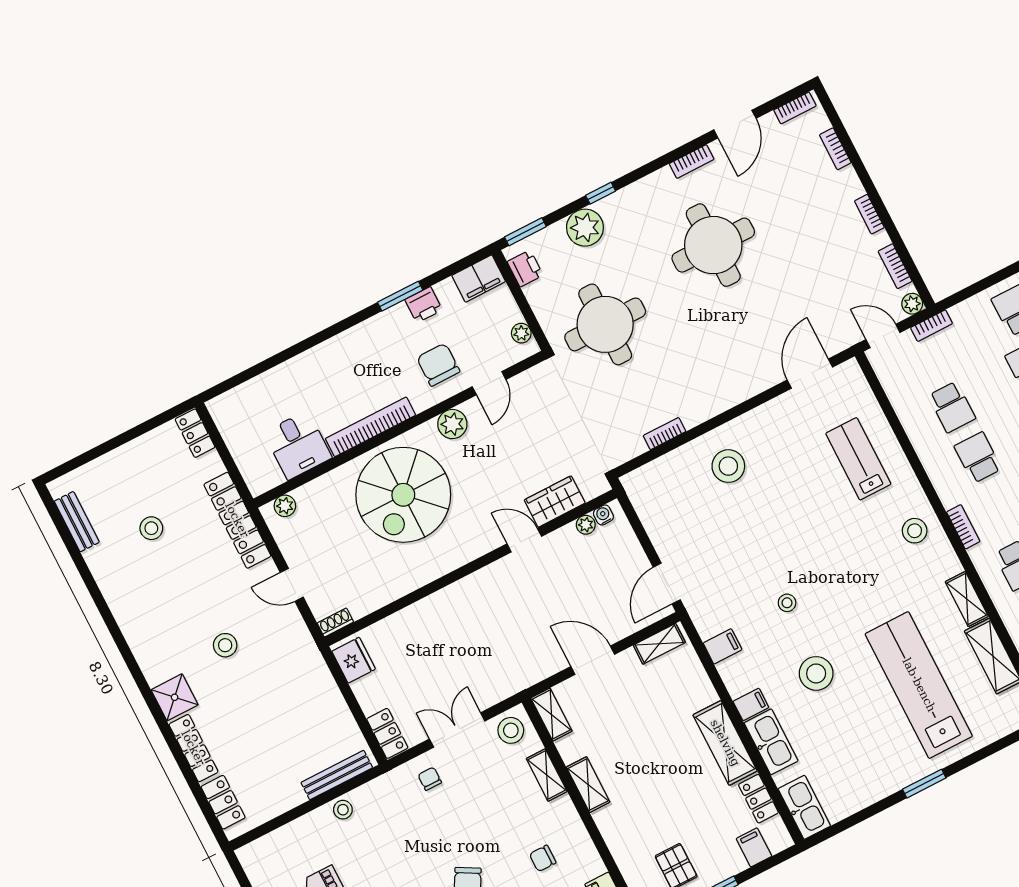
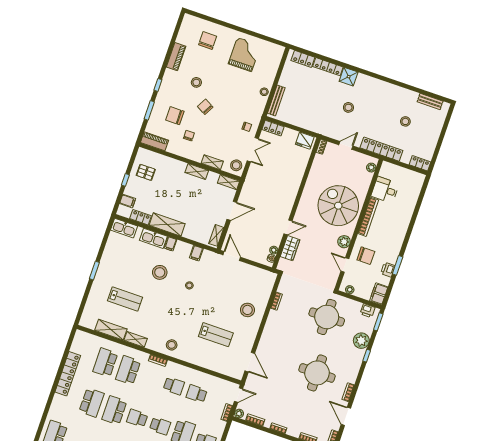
lab bench: (858, 459) -> (216, 335), moved
lab bench: (919, 685) -> (125, 299), width x0.54, depth x0.72

